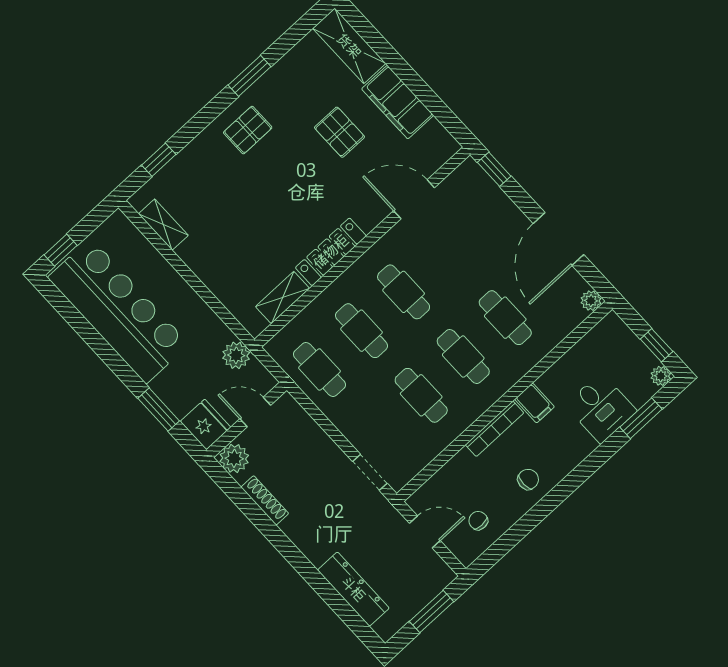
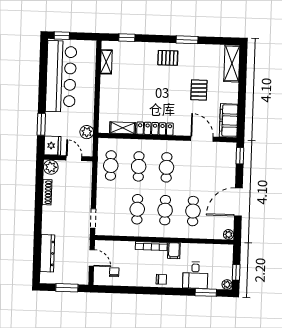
filing cabinet: (398, 102) -> (229, 120), moved
chair: (528, 479) -> (161, 279), moved

